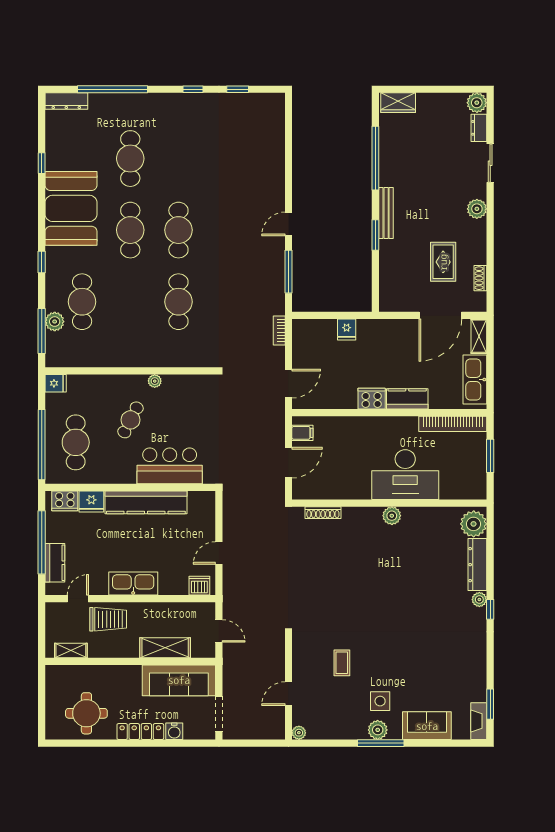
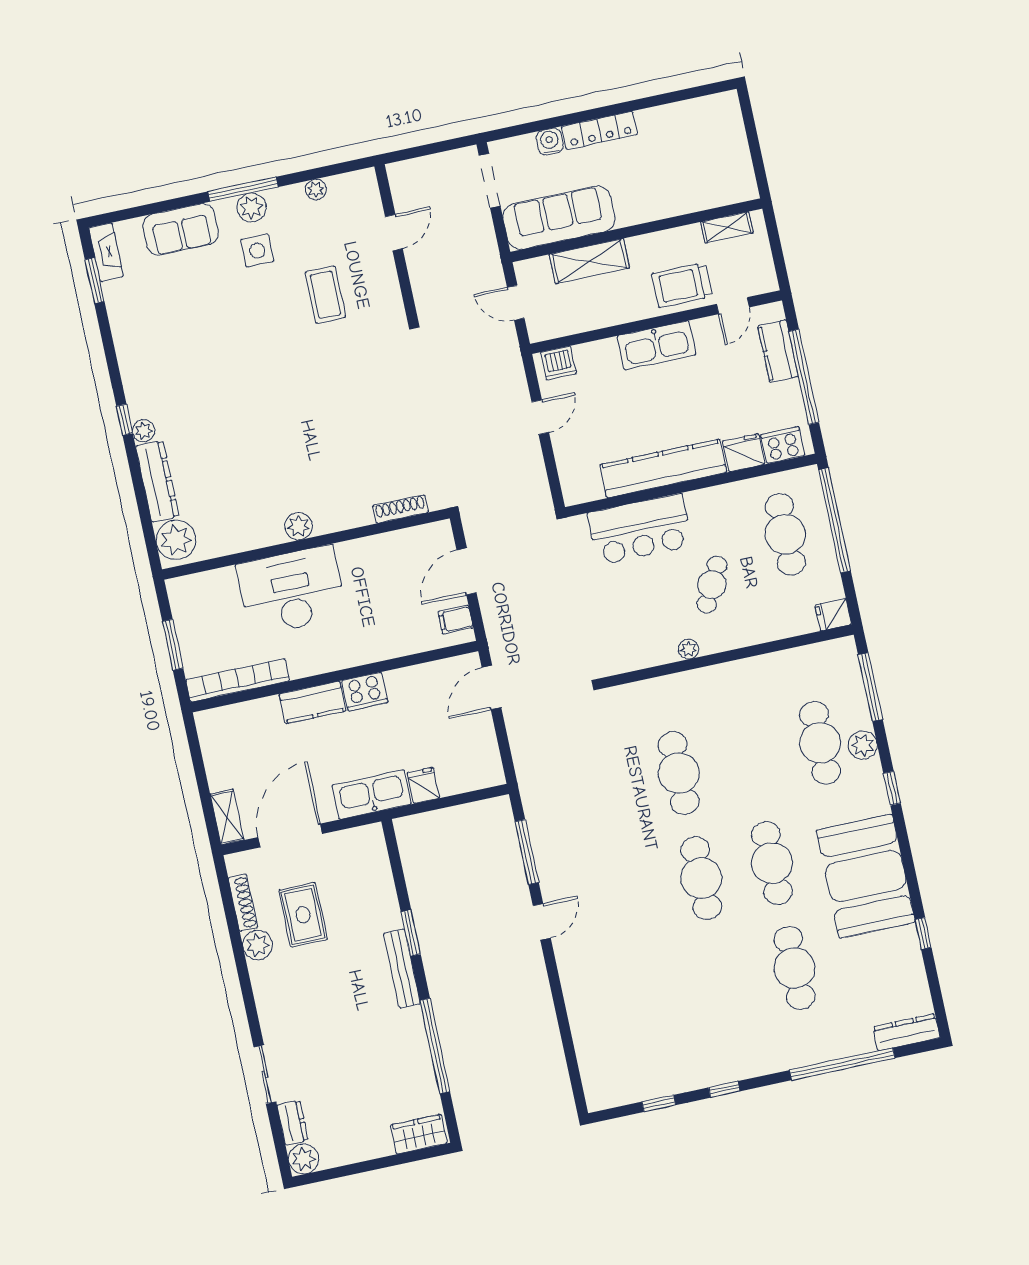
plant: (477, 209) -> (257, 945), moved
shoe rack: (480, 278) -> (243, 903), width x1.43
plant: (55, 322) -> (863, 745), moved
bookcase: (279, 330) -> (522, 763), removed
kitchen sink: (475, 380) -> (372, 795), moved, turned -90
coffee table: (342, 663) -> (325, 295), width x1.36, depth x1.30
round table: (86, 713) -> (684, 140), removed
plant: (299, 733) -> (316, 189), moved

